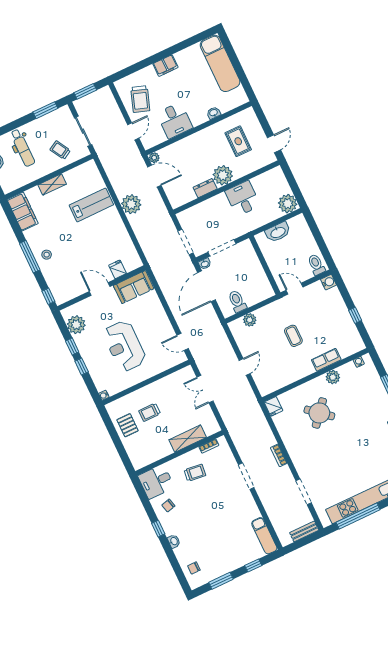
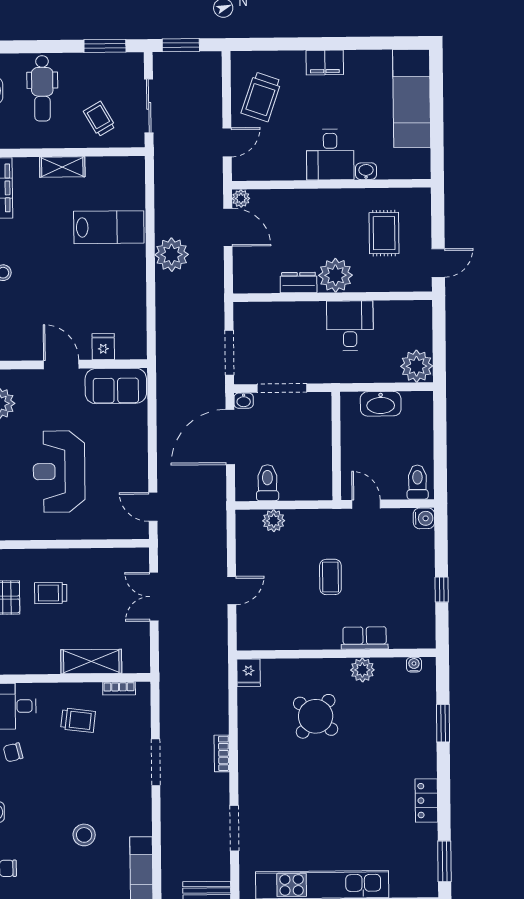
desk: (175, 120) -> (330, 155), moved
stool: (226, 532) -> (84, 835), added

